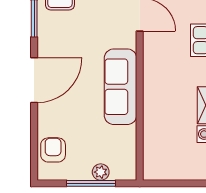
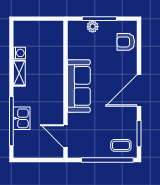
armchair: (53, 150) -> (126, 42), turned 90

